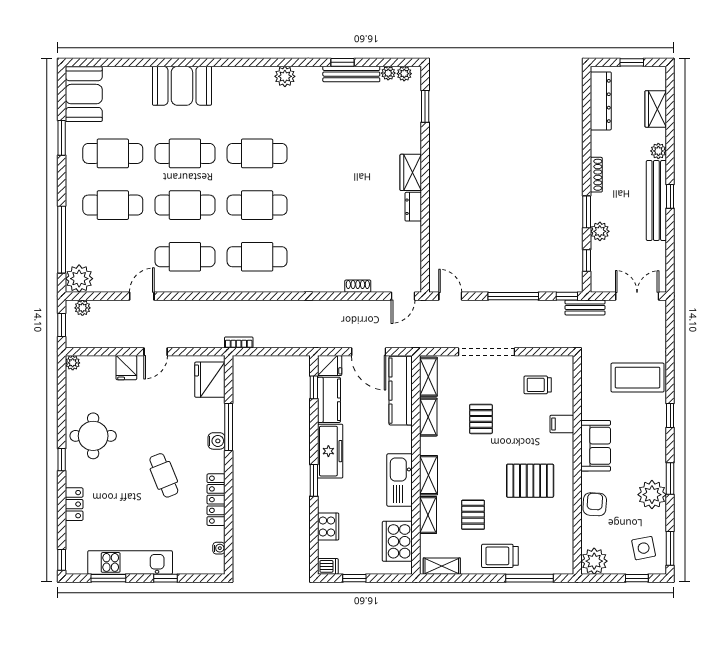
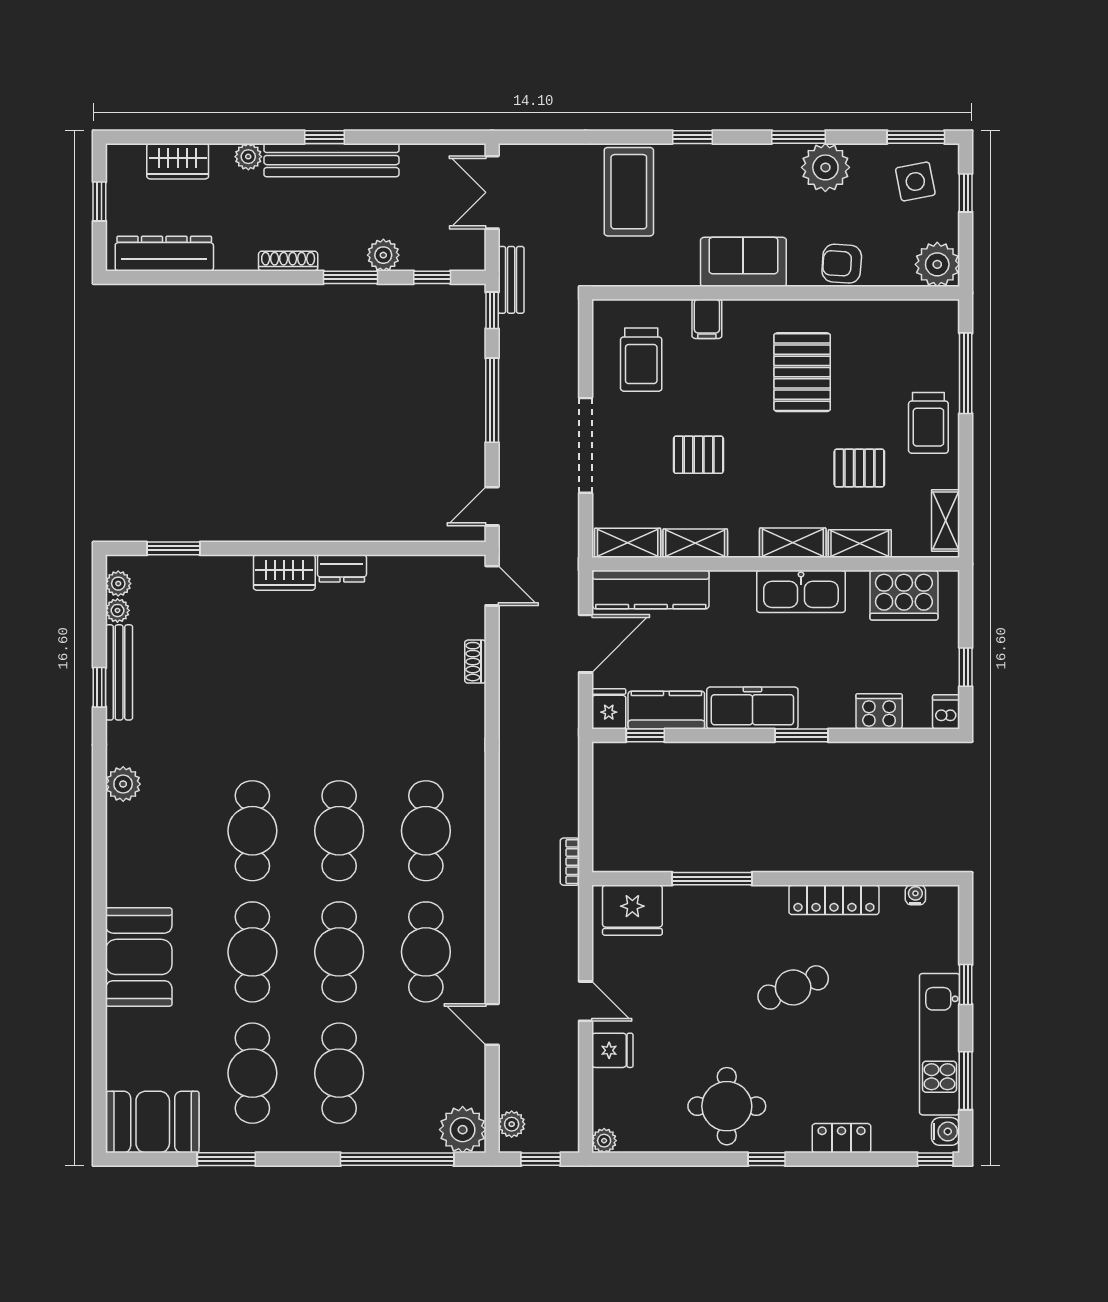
trolley: (538, 385) -> (641, 360), width x1.36, depth x1.39
water cooler: (217, 441) -> (945, 1131), moved, turned 90

